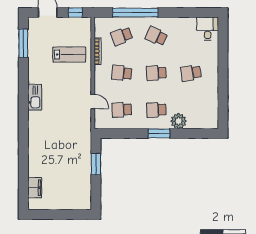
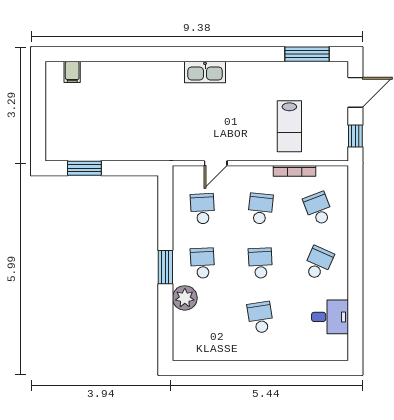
window: (135, 12) -> (355, 230), removed
desk: (208, 29) -> (330, 317), moved
kitchen sink: (35, 97) -> (205, 72), moved
window: (96, 164) -> (84, 168), moved
filing cabinet: (35, 188) -> (72, 72), width x0.50

